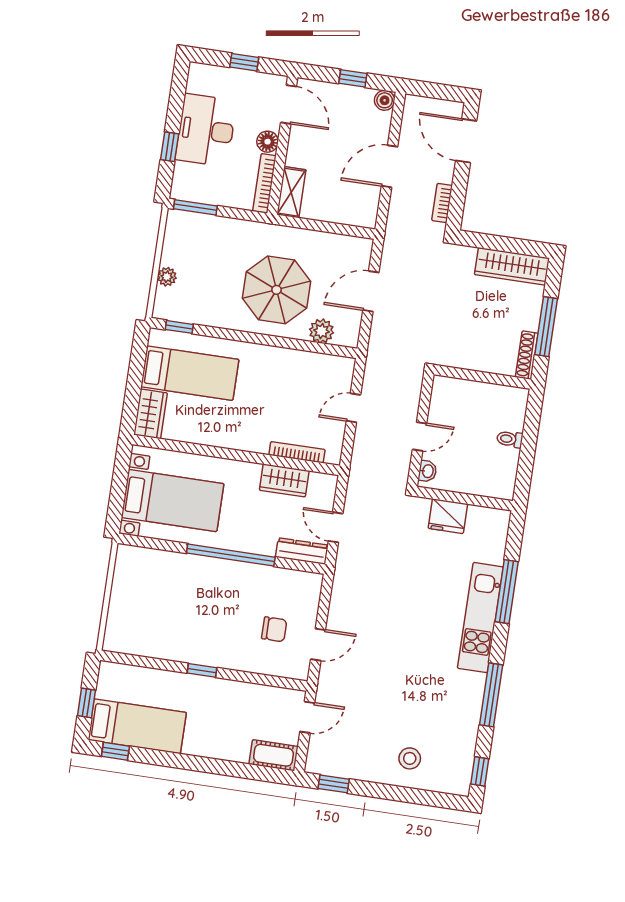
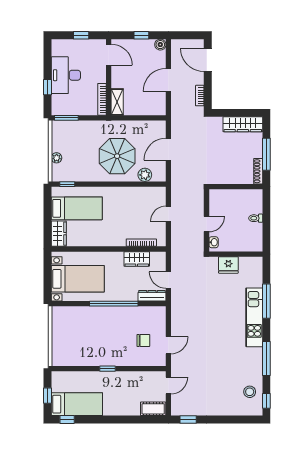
floor lamp: (268, 142) -> (100, 76), removed
stool: (410, 758) -> (250, 392), moved

